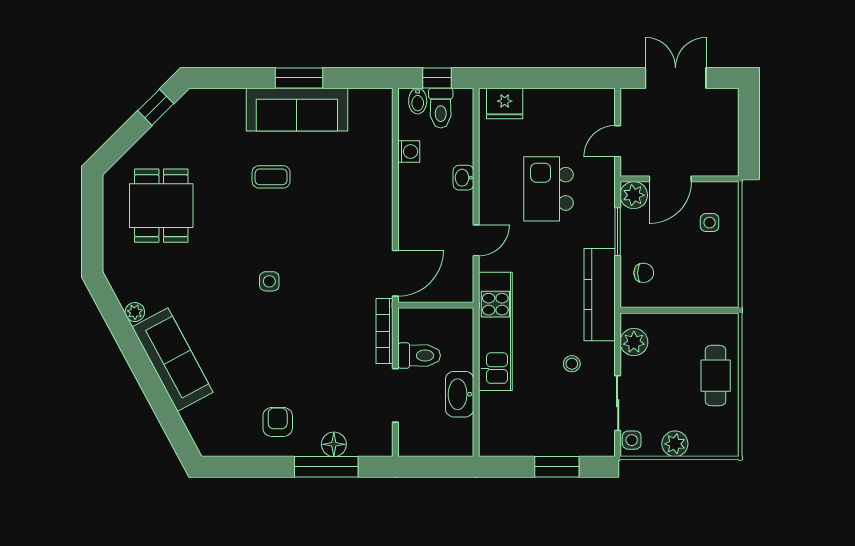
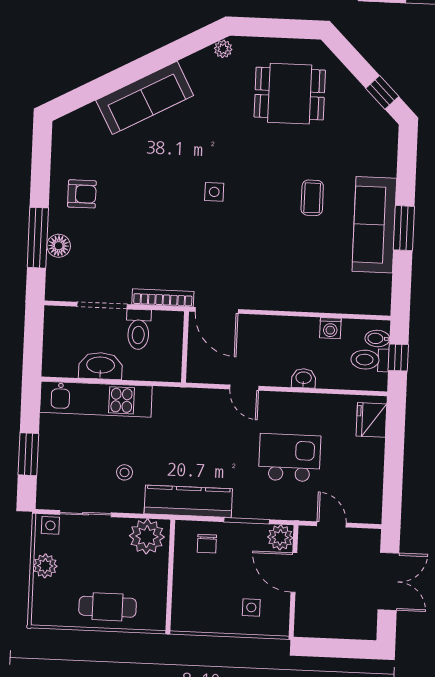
plant: (135, 312) -> (223, 49), moved
kitchen unit: (495, 331) -> (96, 399), moved
plant: (634, 342) -> (147, 536), width x1.36, depth x1.36

